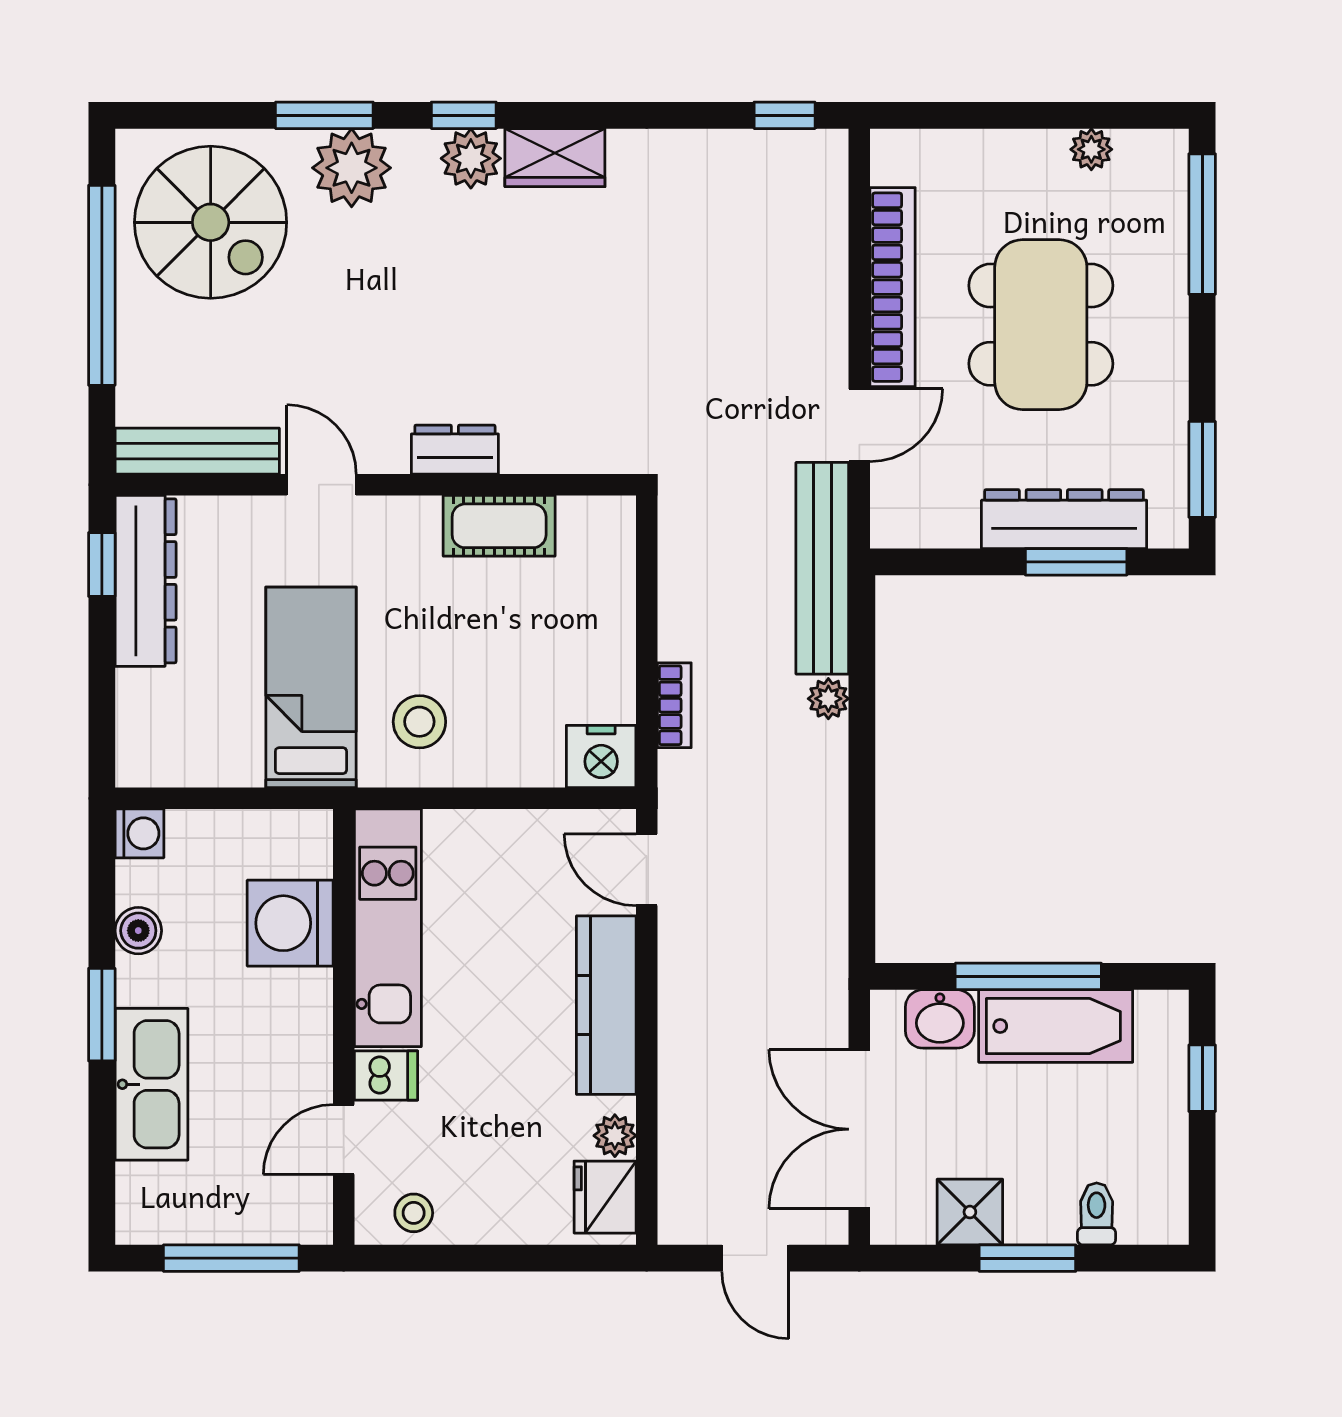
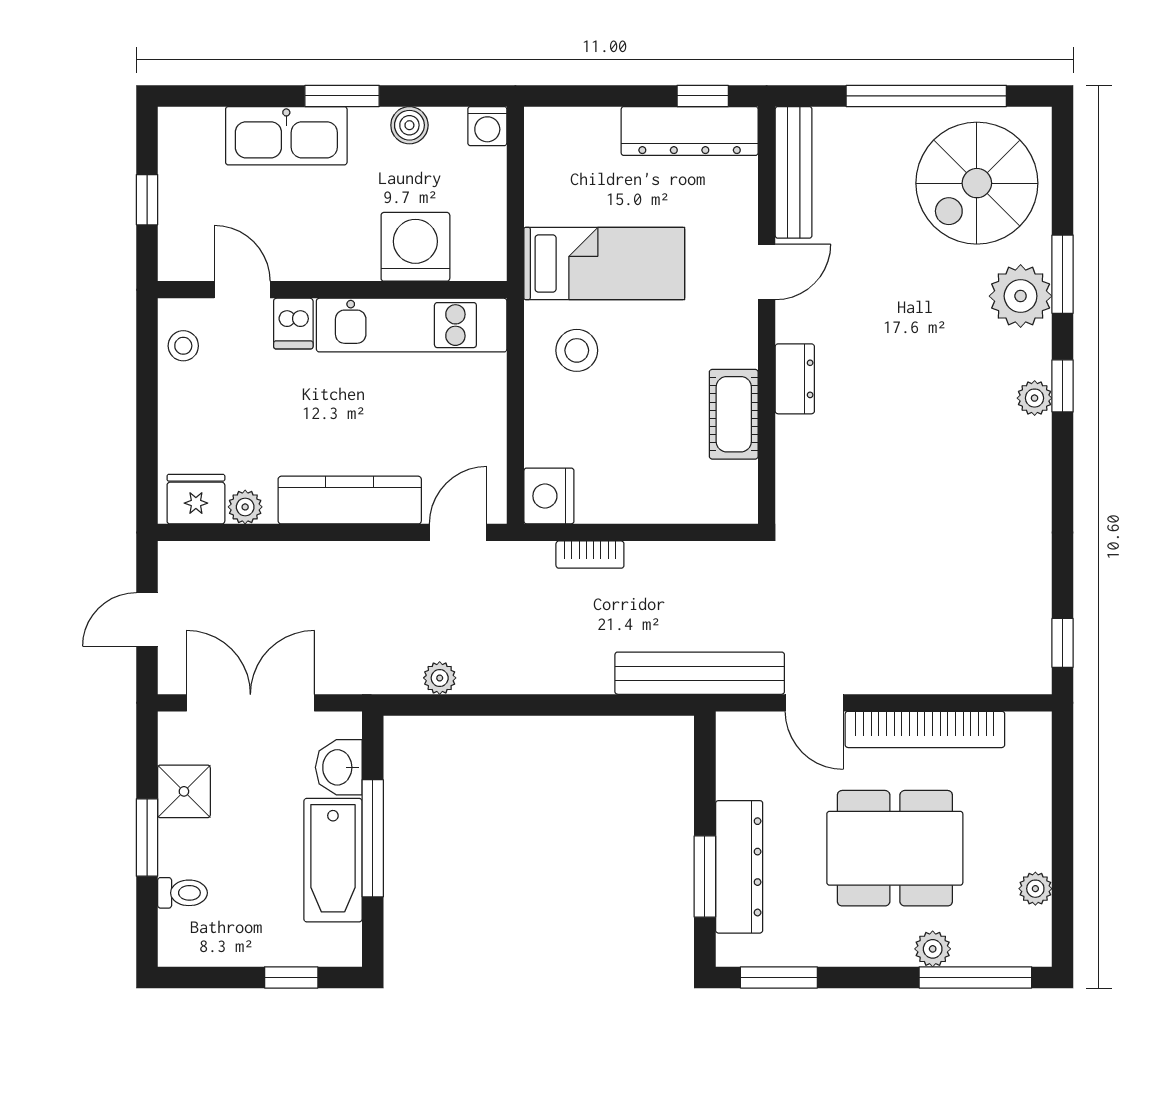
plant: (471, 158) -> (1035, 398), width x0.73, depth x0.73
wardrobe: (555, 158) -> (1029, 459), removed
plant: (1166, 277) -> (933, 949), added
plant: (828, 699) -> (440, 678), moved
window: (231, 1258) -> (147, 200), width x0.46

